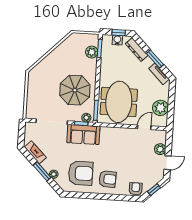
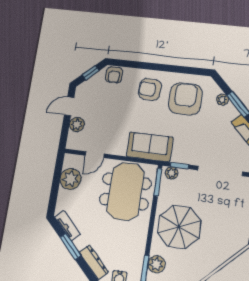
parasol: (75, 90) -> (179, 227), moved
sofa: (83, 134) -> (150, 147), moved
armchair: (81, 173) -> (185, 99), turned 90

